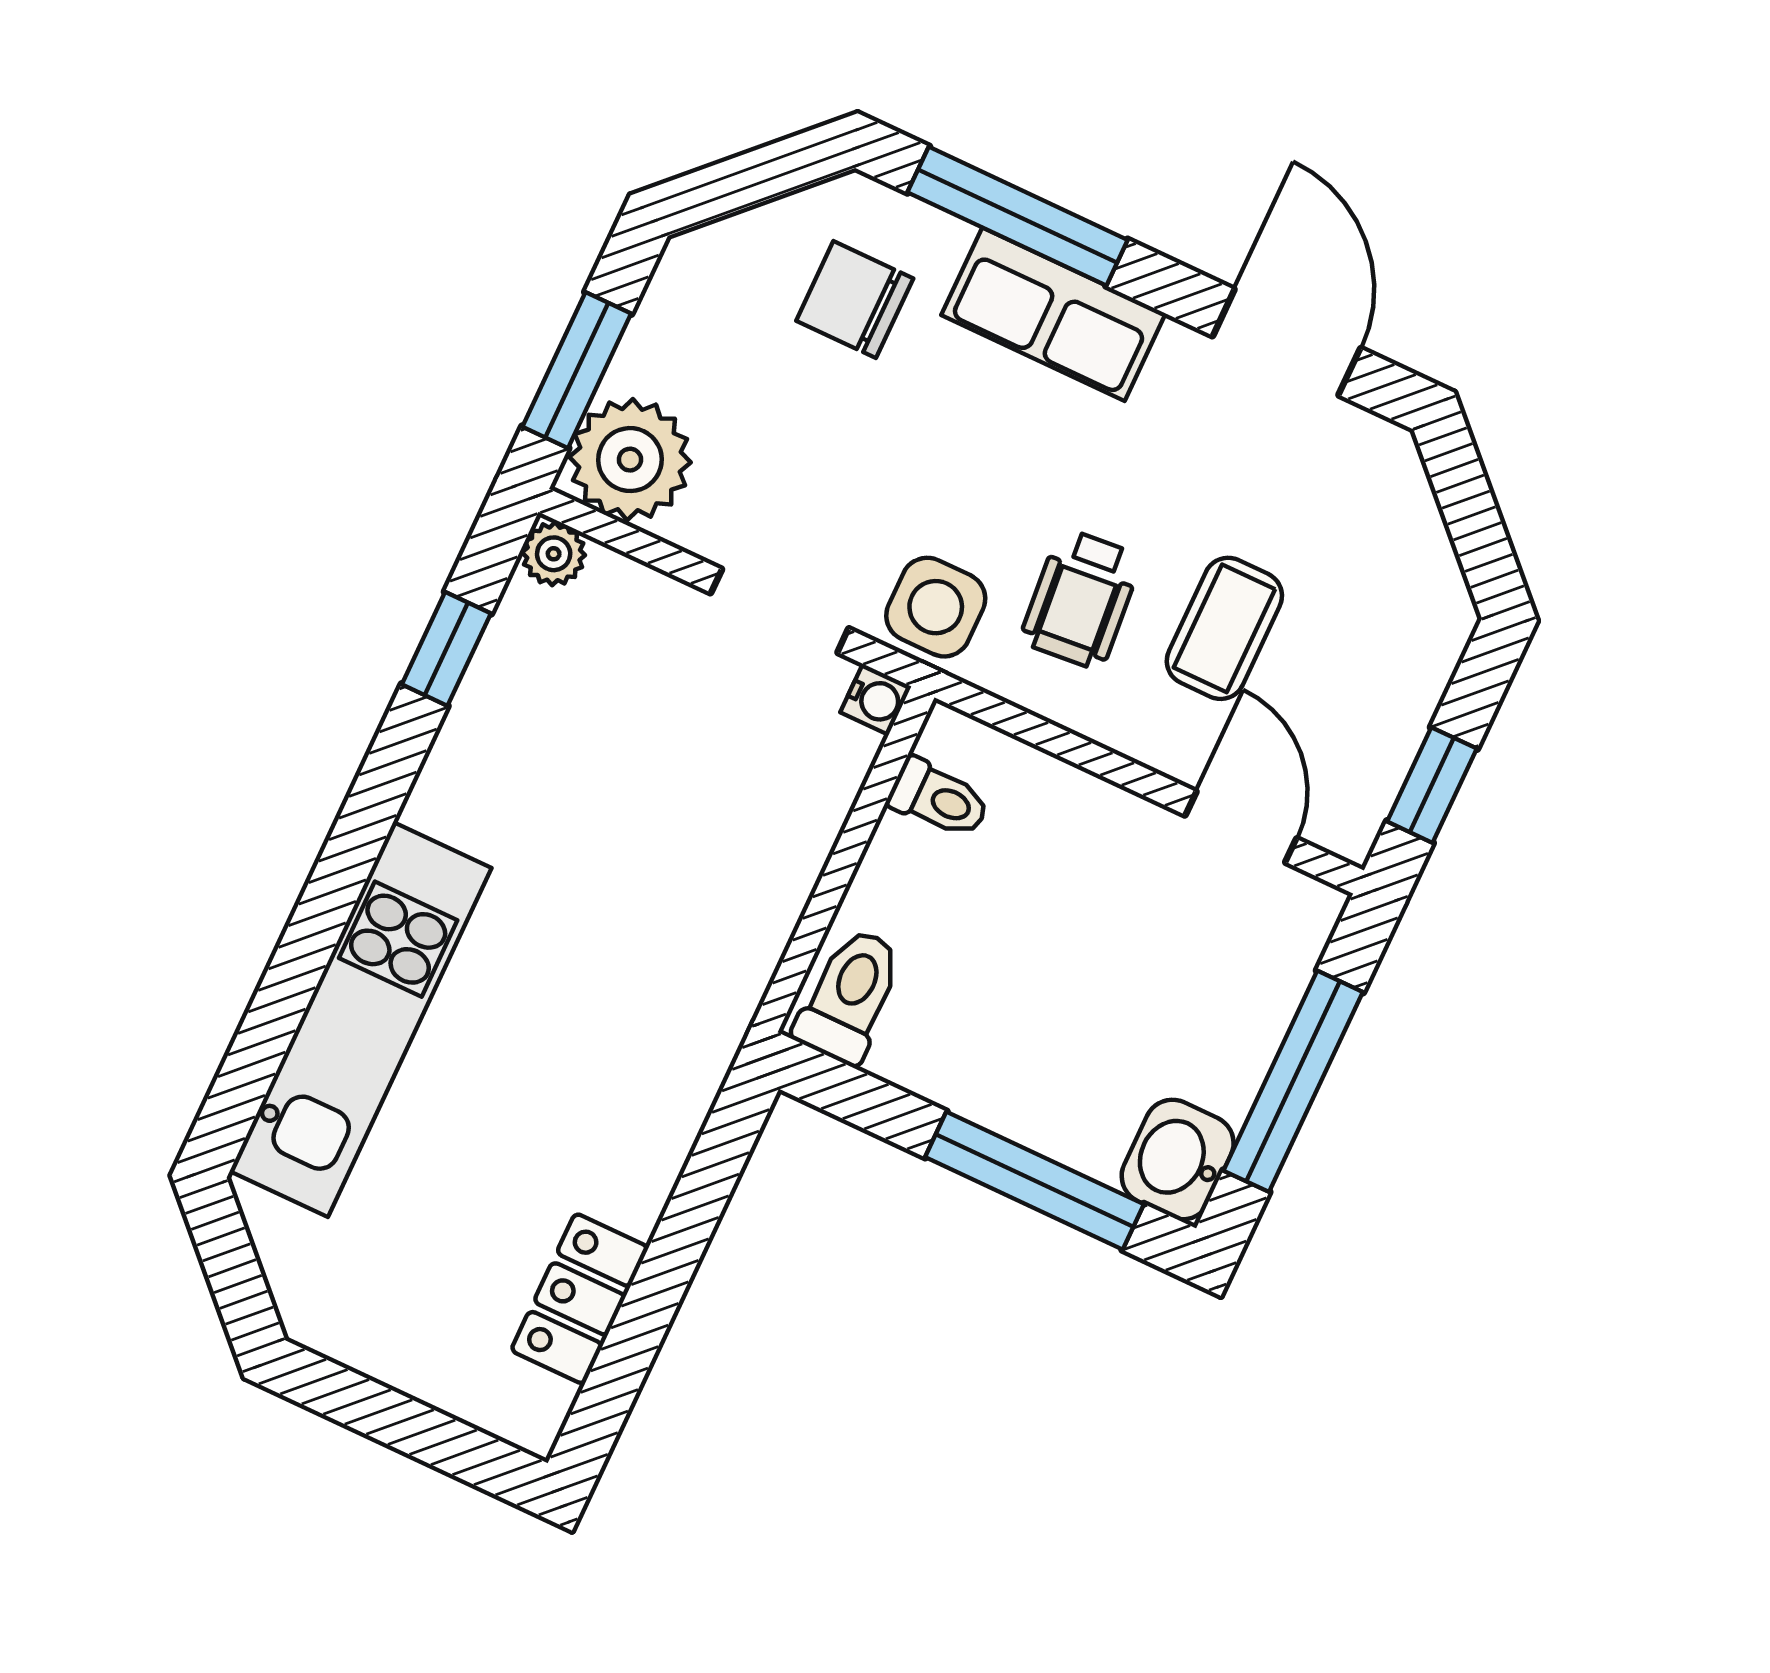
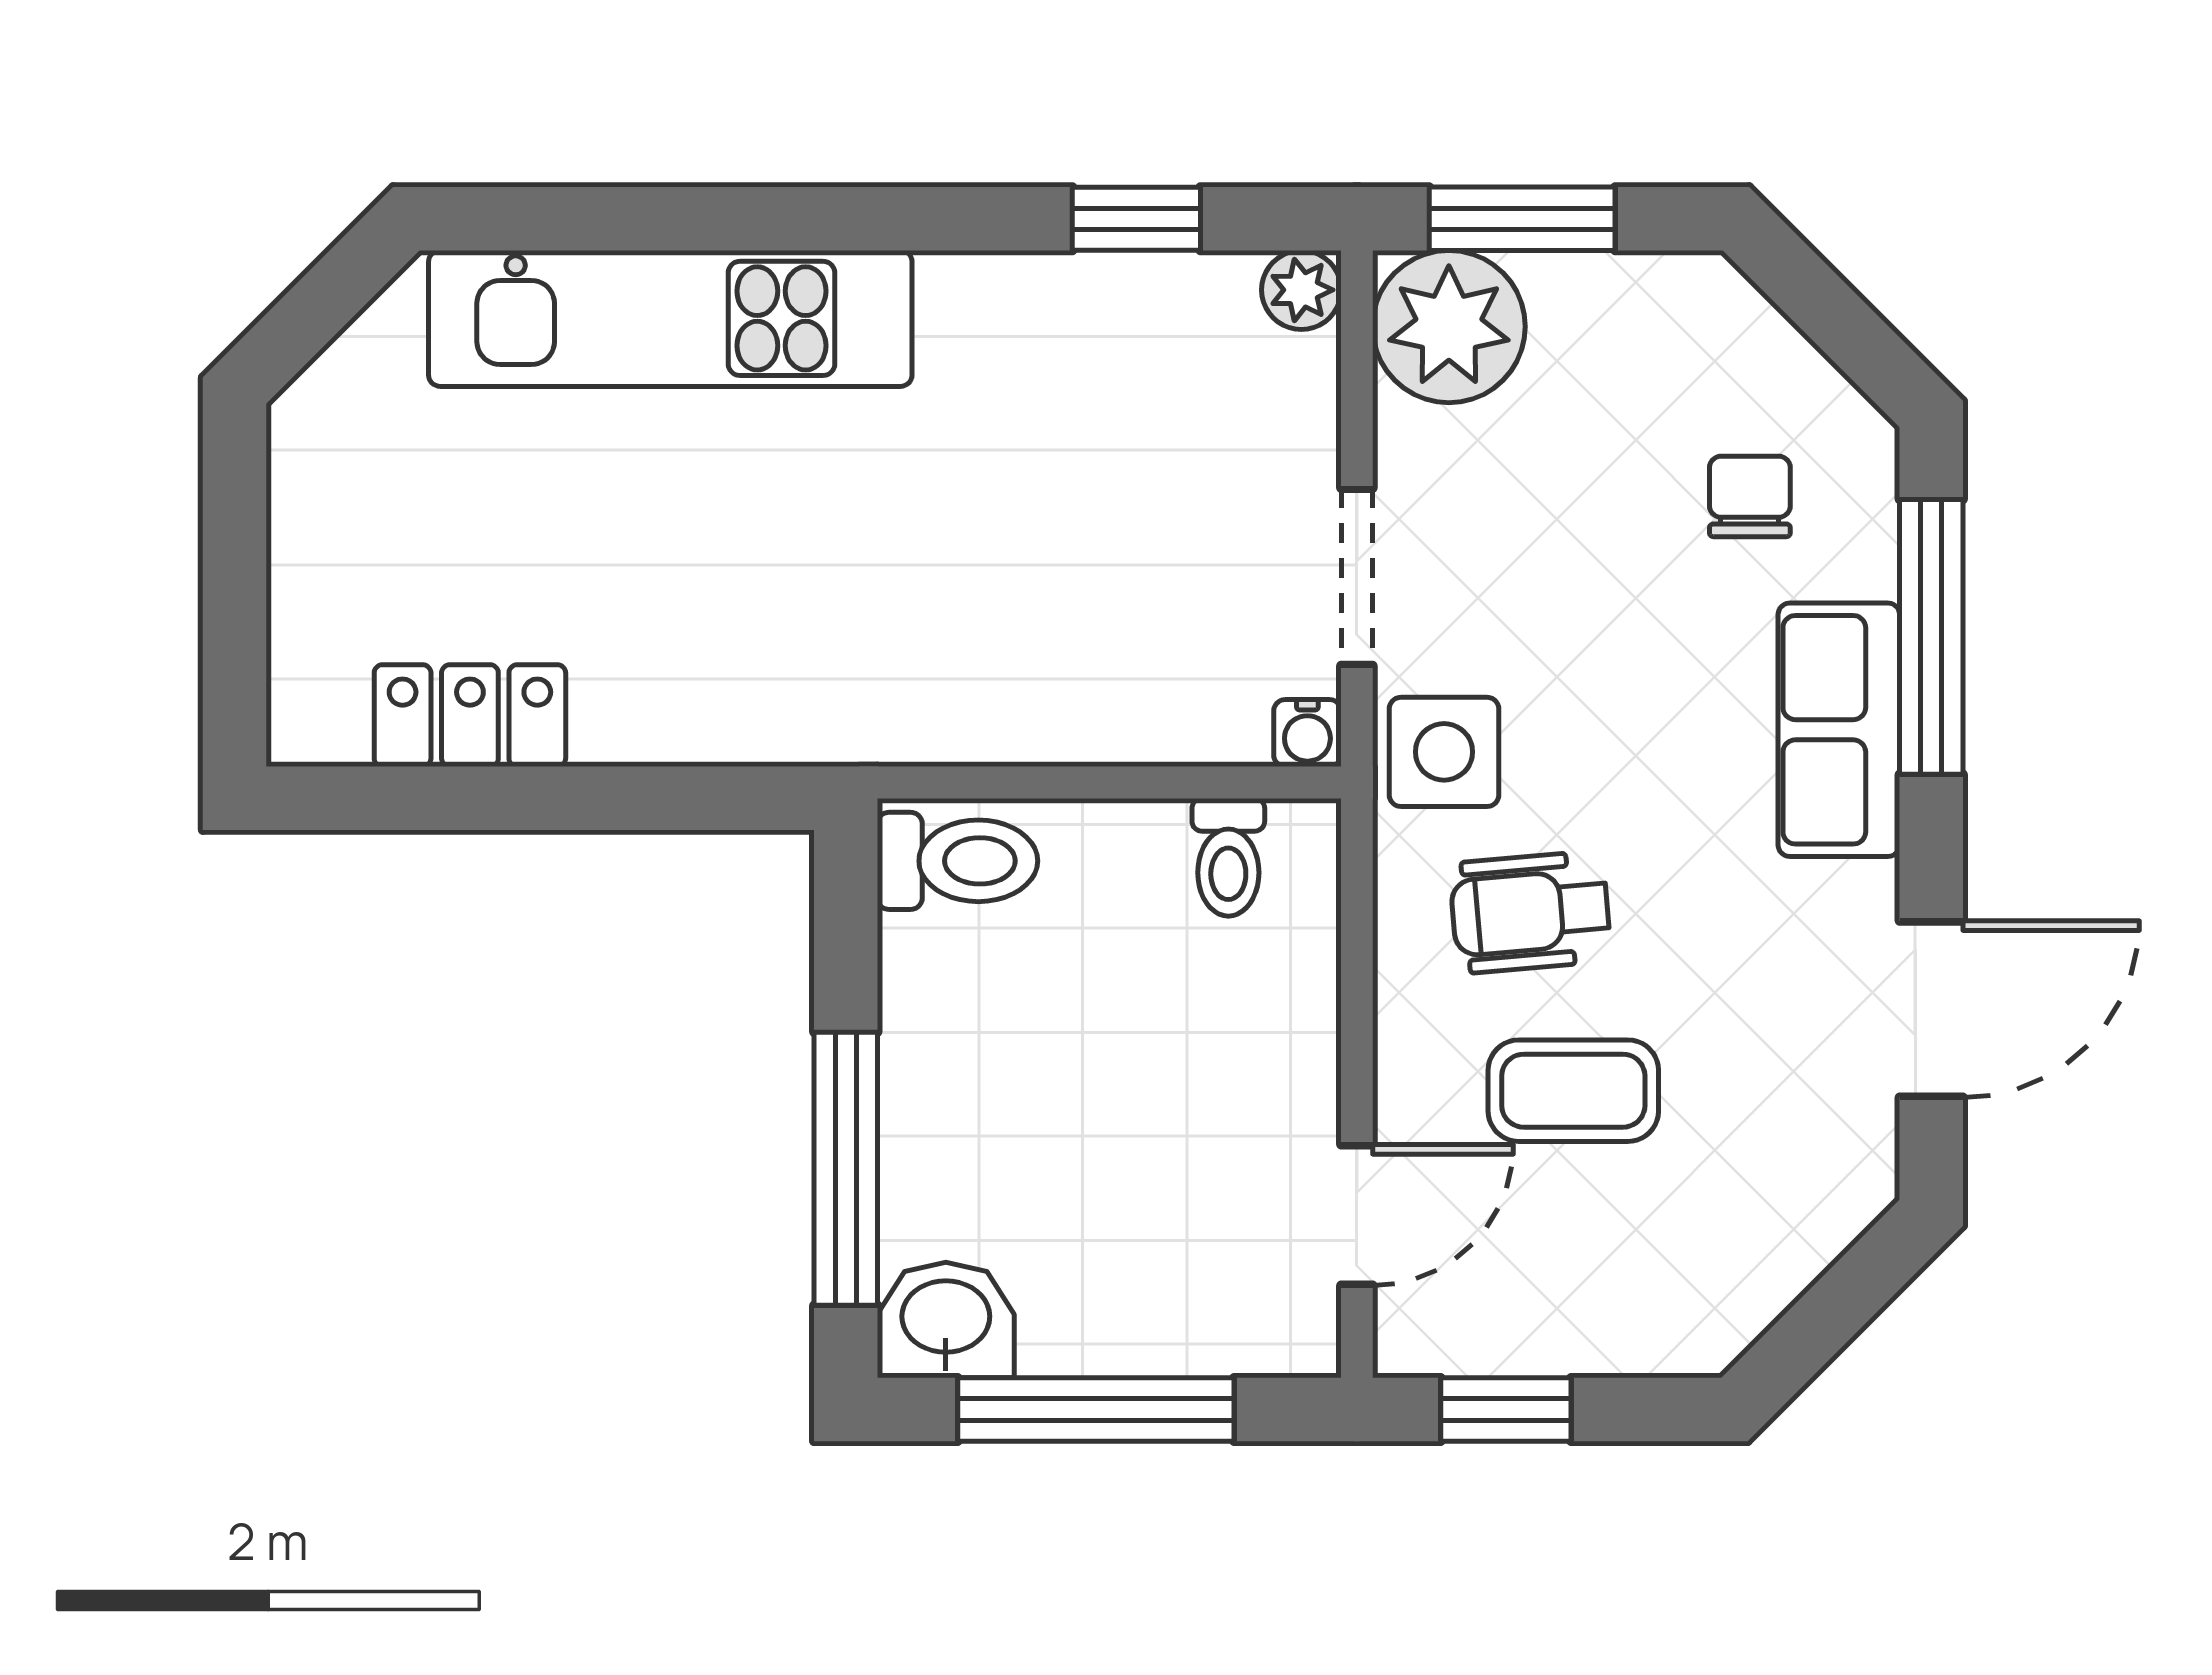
chair: (855, 300) -> (1750, 496), width x0.73, depth x0.73

